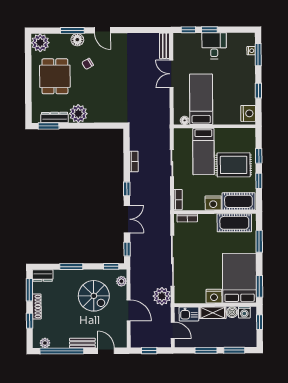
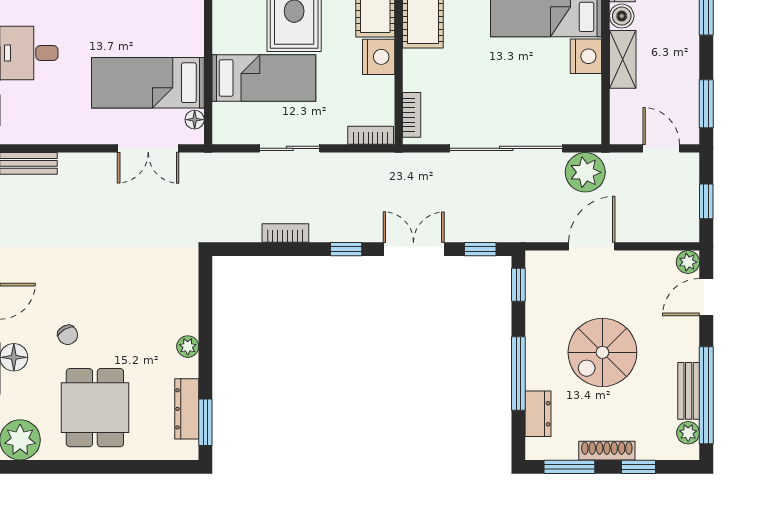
double door: (171, 74) -> (148, 148), moved
dining table: (55, 76) -> (95, 408), turned 90
plant: (78, 114) -> (188, 347), width x0.53, depth x0.53
window: (71, 267) -> (518, 373), width x1.44
dresser: (43, 276) -> (538, 414), moved
plant: (121, 281) -> (688, 262), moved
spiral stairs: (94, 296) -> (602, 352), moved, turned 180
door: (129, 310) -> (592, 246), moved
kitchen sink: (189, 314) -> (625, 112), removed
door: (173, 330) -> (661, 148), hinge flipped
bench: (82, 343) -> (689, 391), moved
window: (206, 350) -> (706, 104), moved

